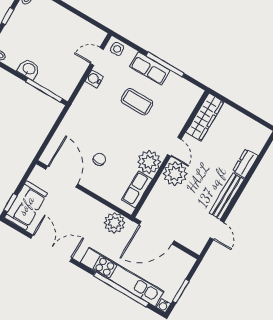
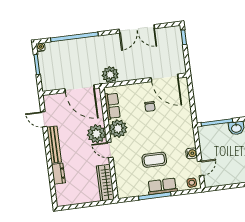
sofa: (26, 205) -> (173, 43), removed
door: (157, 233) -> (80, 89), swing flipped
kitchen unit: (122, 277) -> (80, 45), removed

